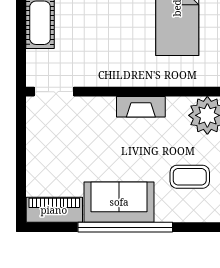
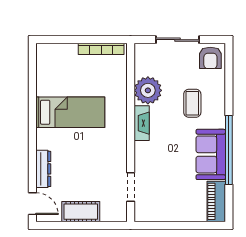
doorway: (54, 92) -> (131, 187), moved
fireplace: (141, 107) -> (142, 123), moved

